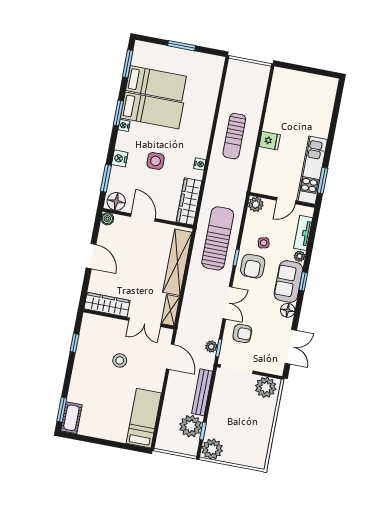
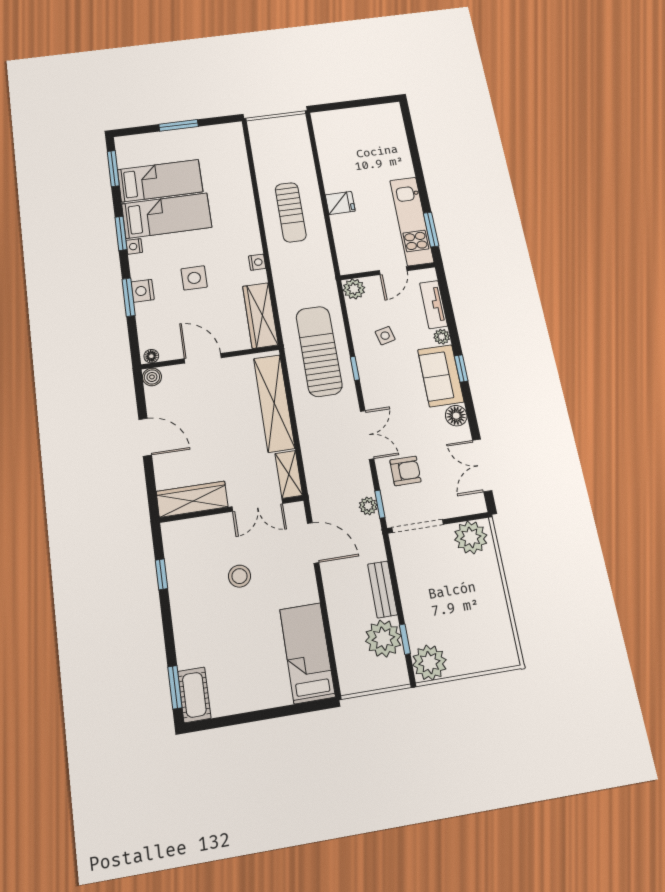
window: (106, 178) -> (129, 297), moved
floor lamp: (116, 201) -> (151, 356), width x0.53, depth x0.53
armchair: (253, 266) -> (383, 372), removed
double door: (291, 347) -> (482, 465), swing flipped
bench: (202, 392) -> (382, 589), width x0.73

